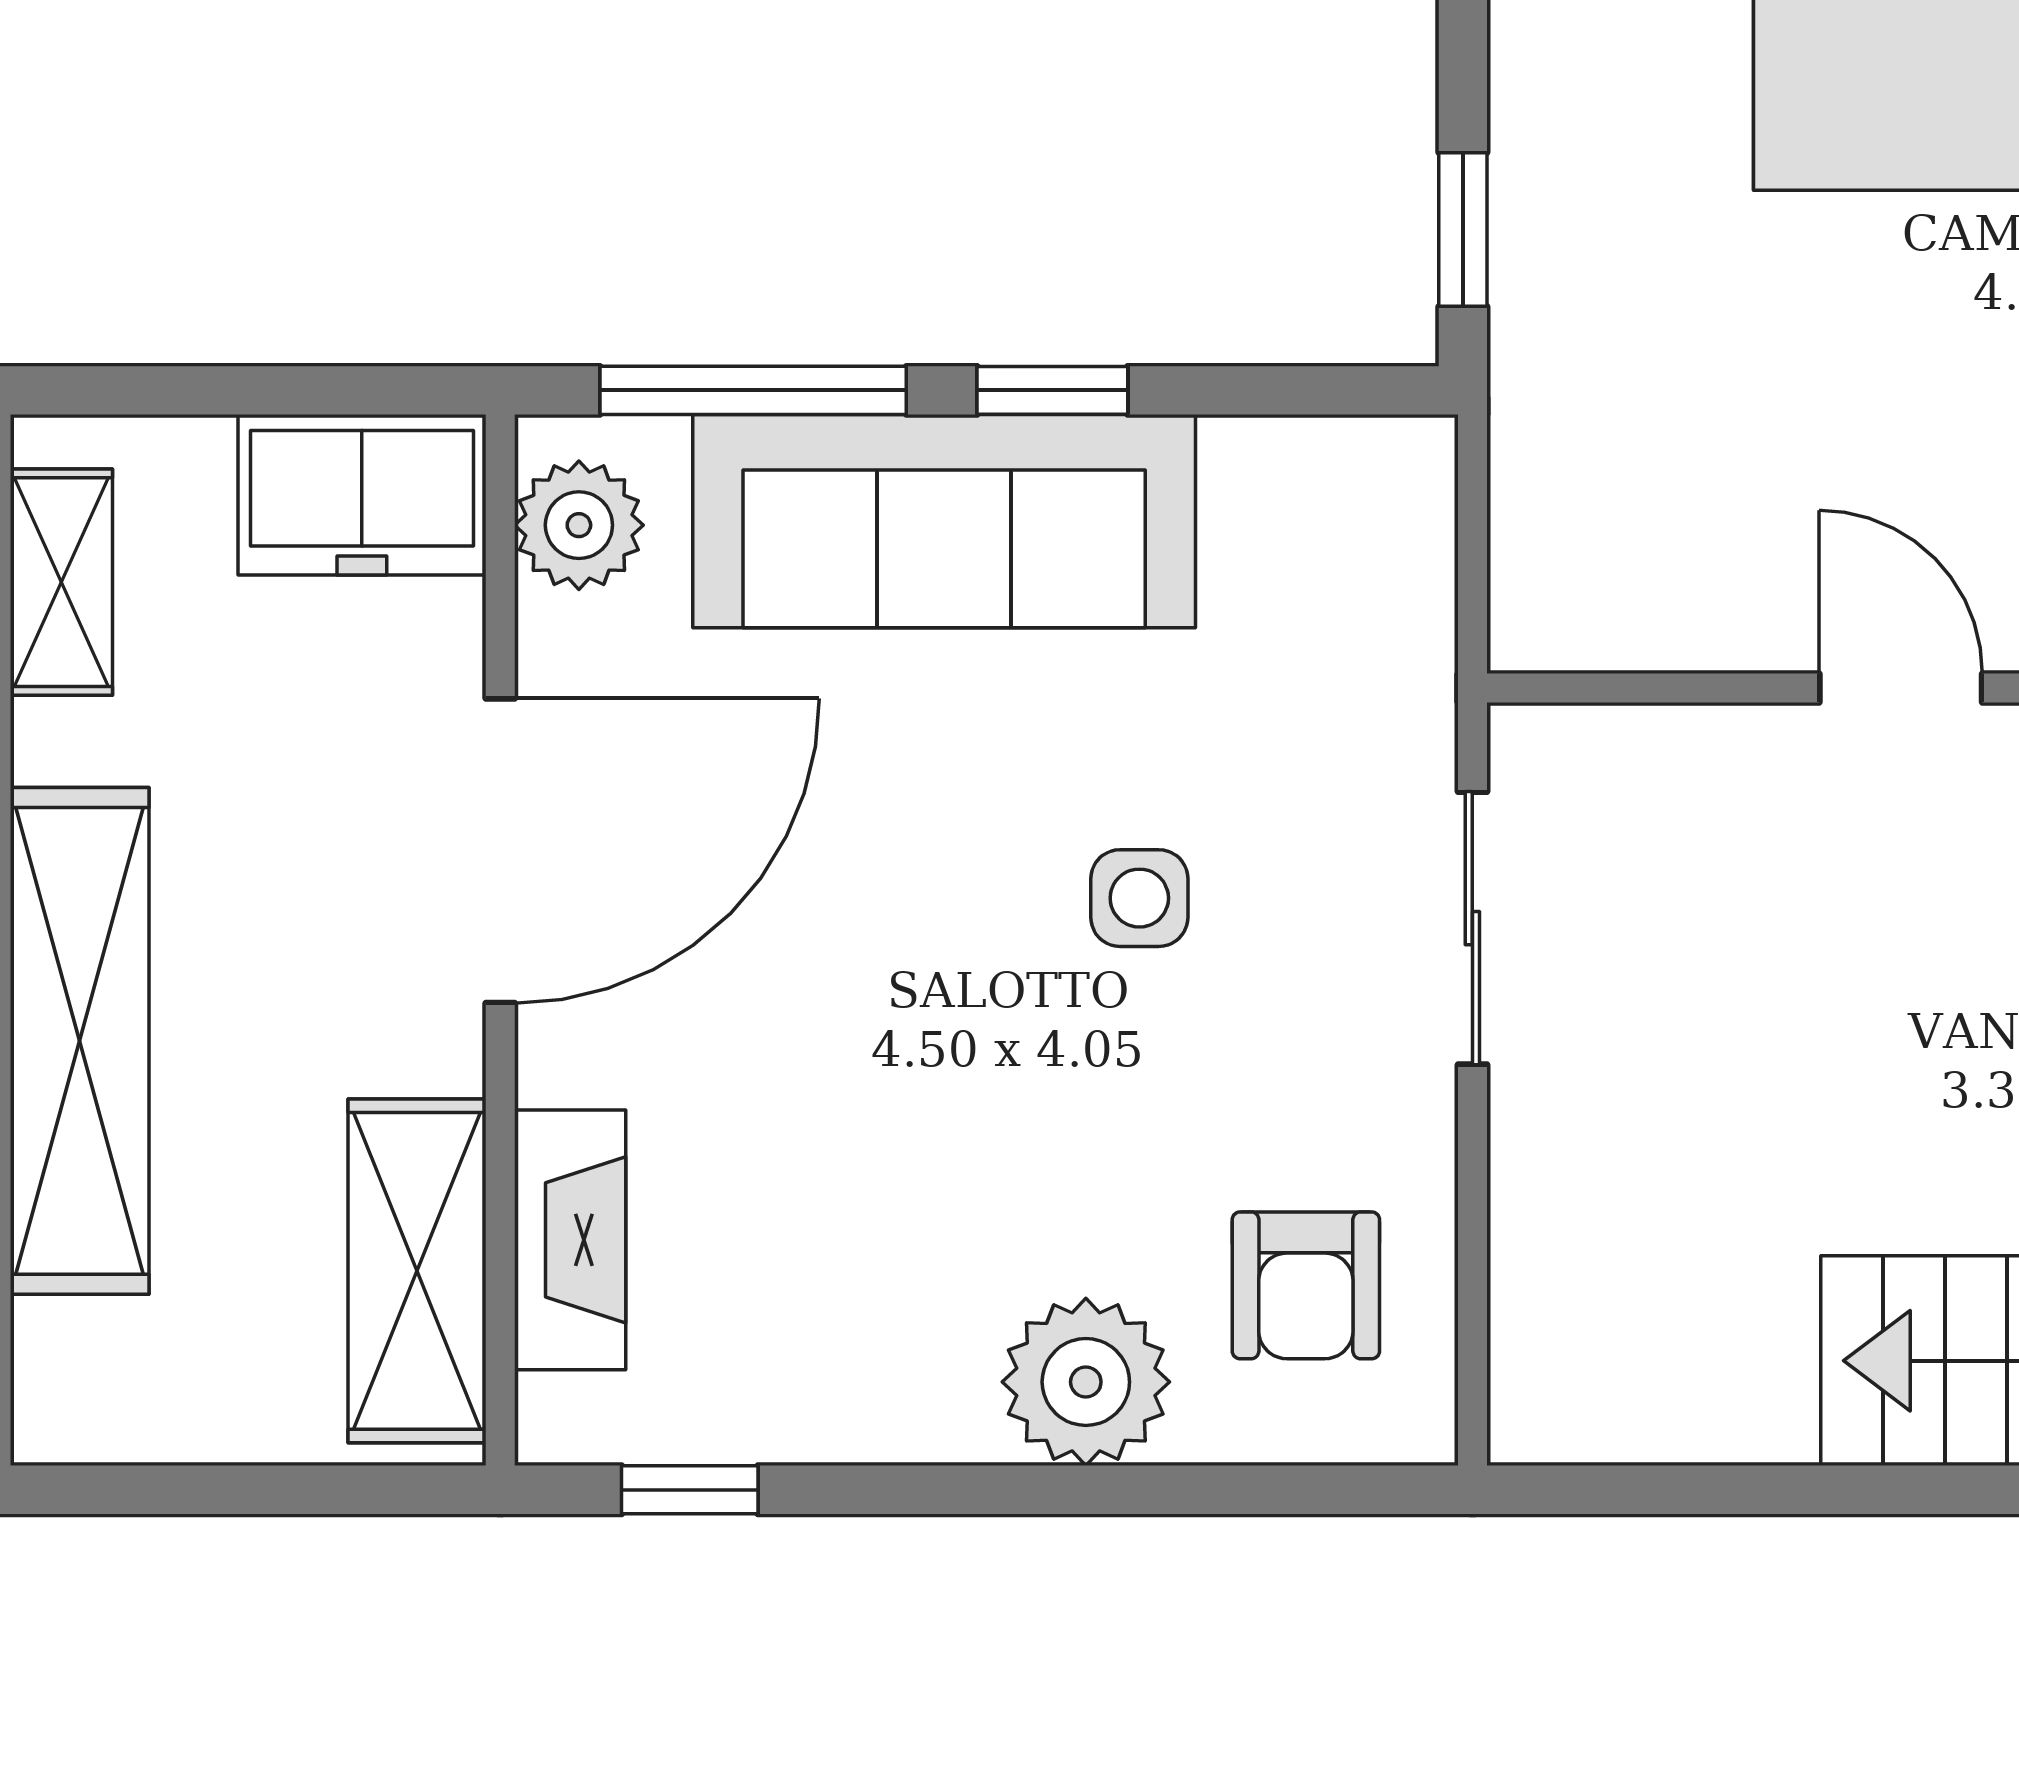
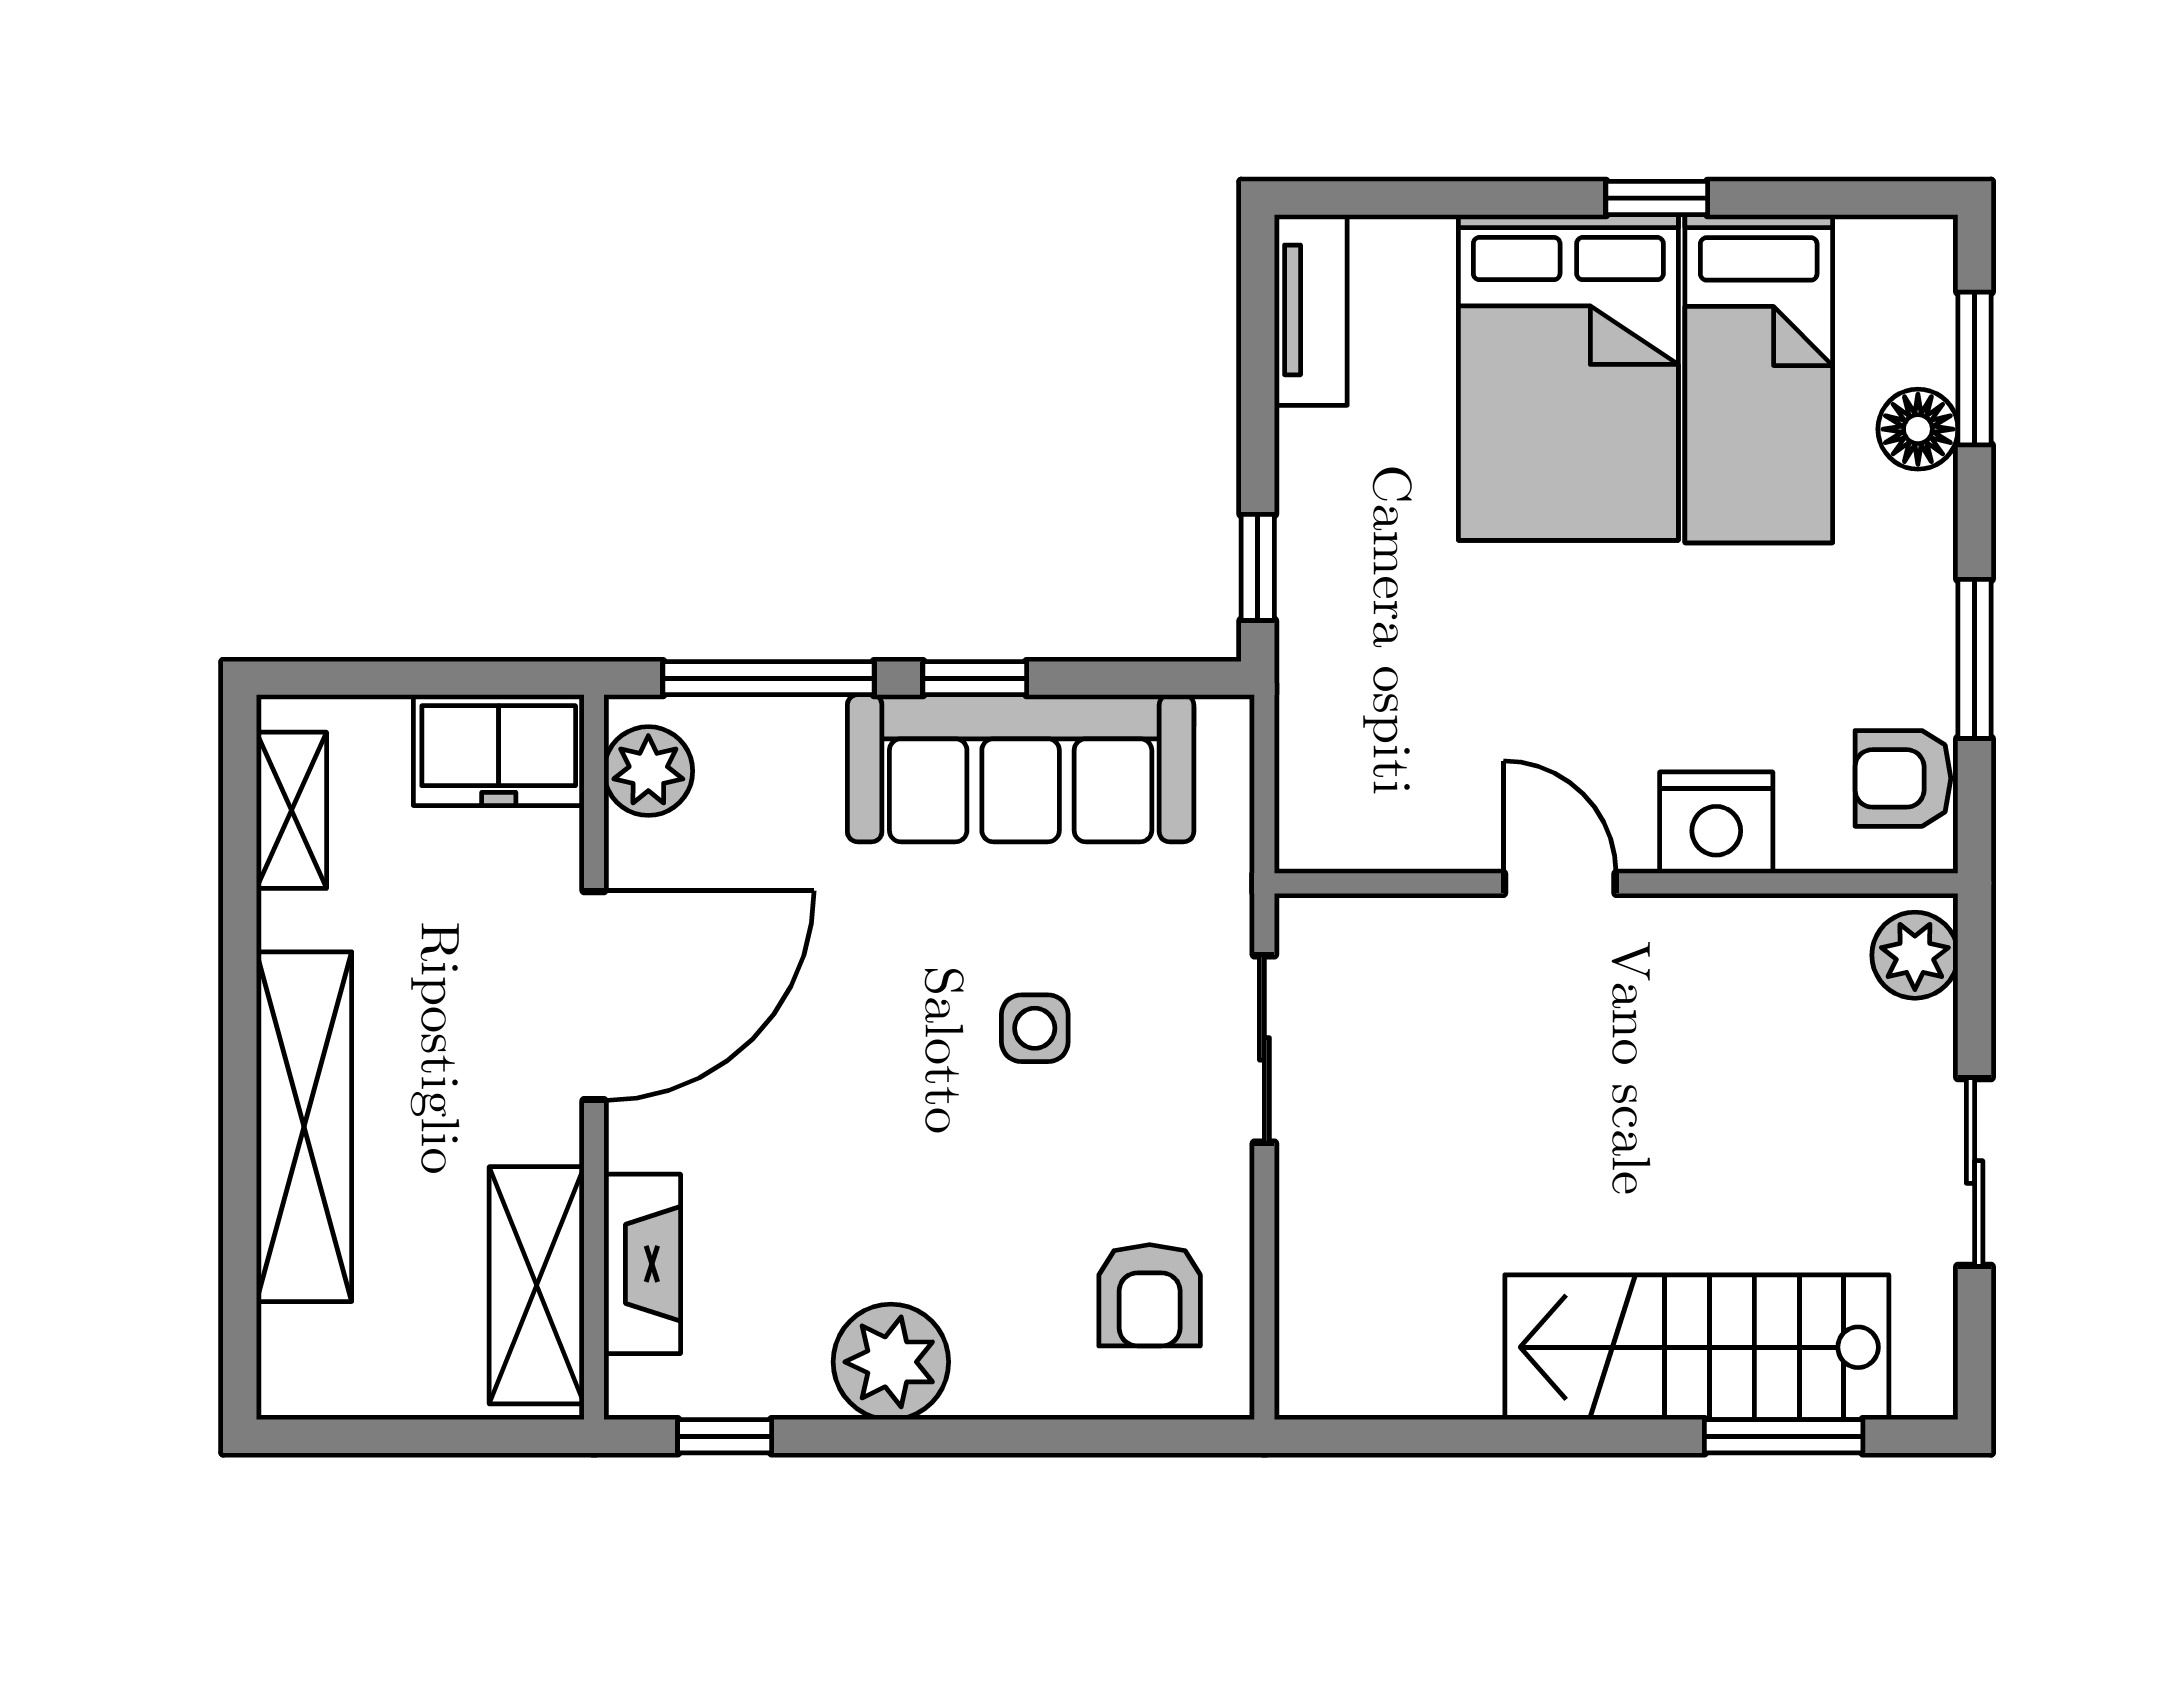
sofa: (944, 521) -> (1021, 768), moved
plant: (1086, 1382) -> (891, 1362), moved

